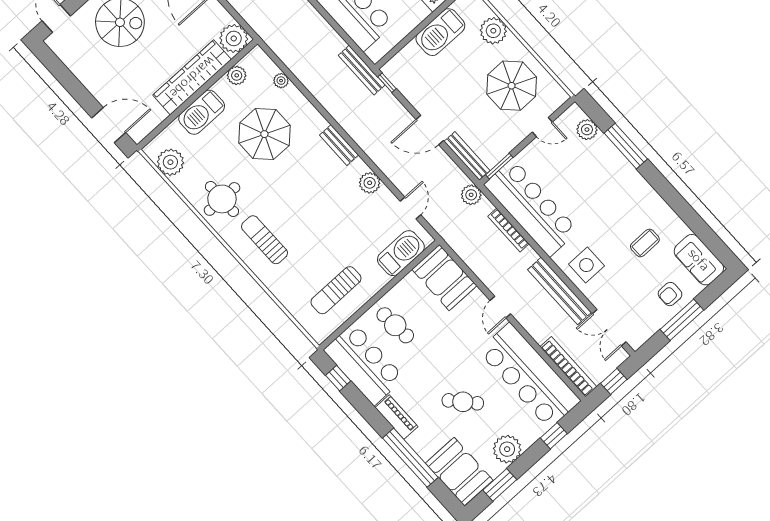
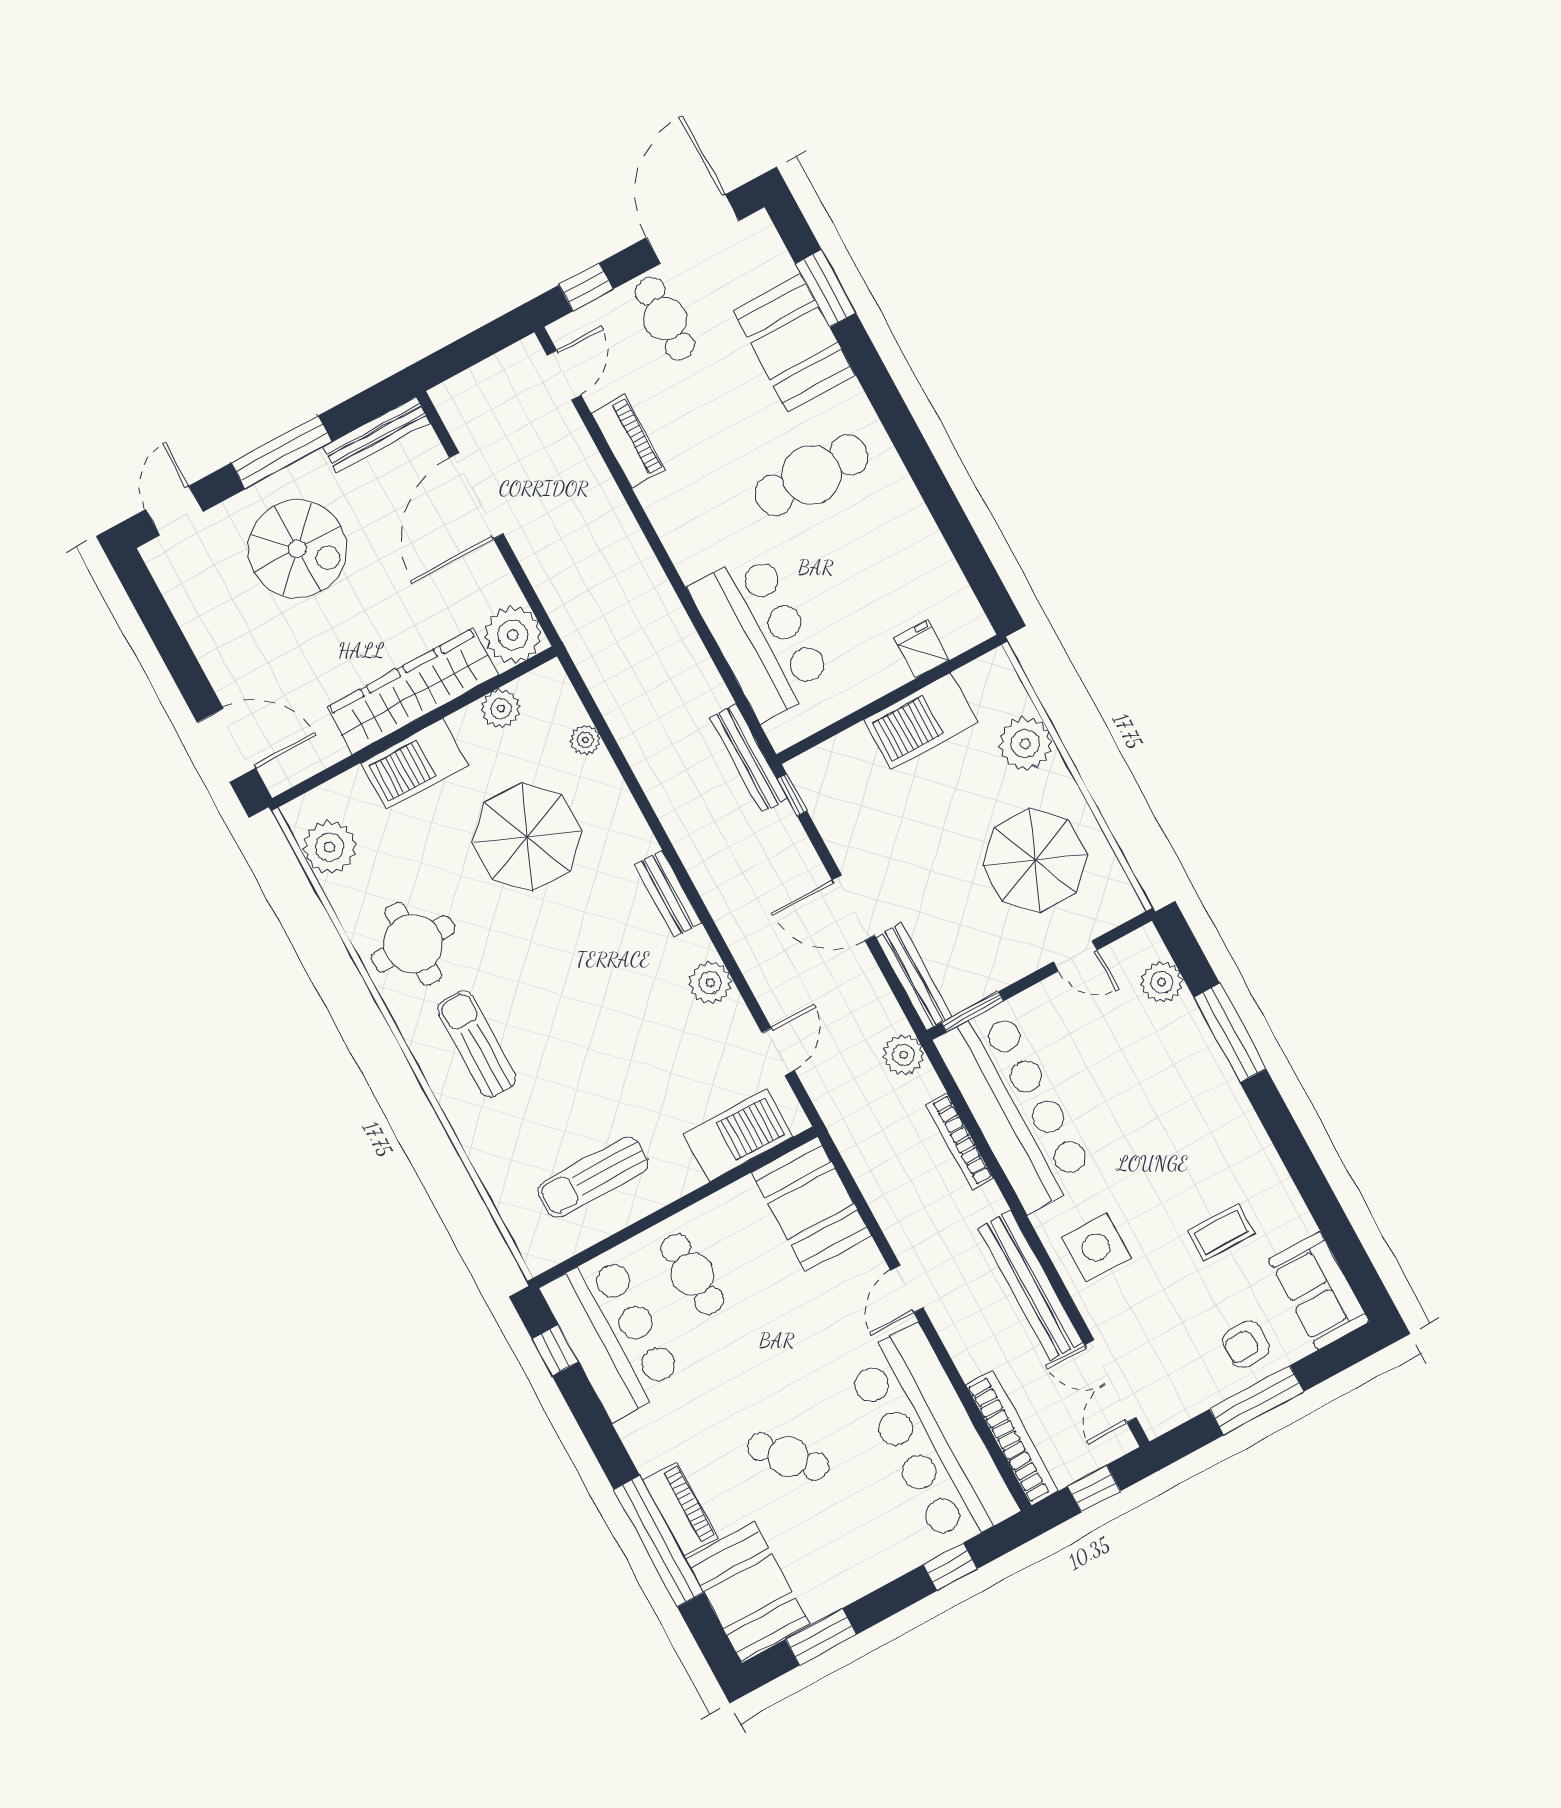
piano: (396, 417) -> (680, 1509), moved
plant: (507, 449) -> (852, 1570), removed

